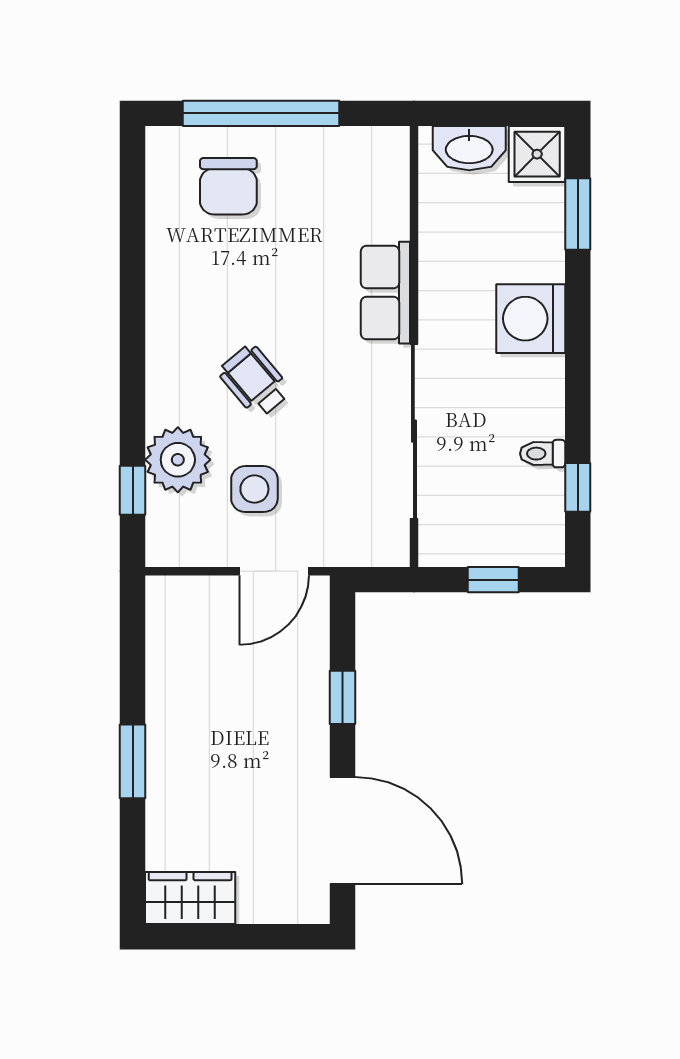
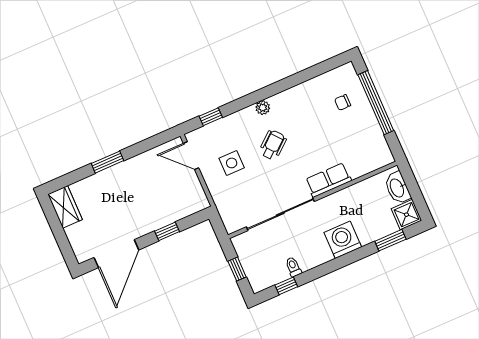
chair: (228, 186) -> (343, 102), width x0.54, depth x0.54
plant: (178, 460) -> (263, 108), moved, width x0.53, depth x0.53
door: (274, 571) -> (191, 156), moved

